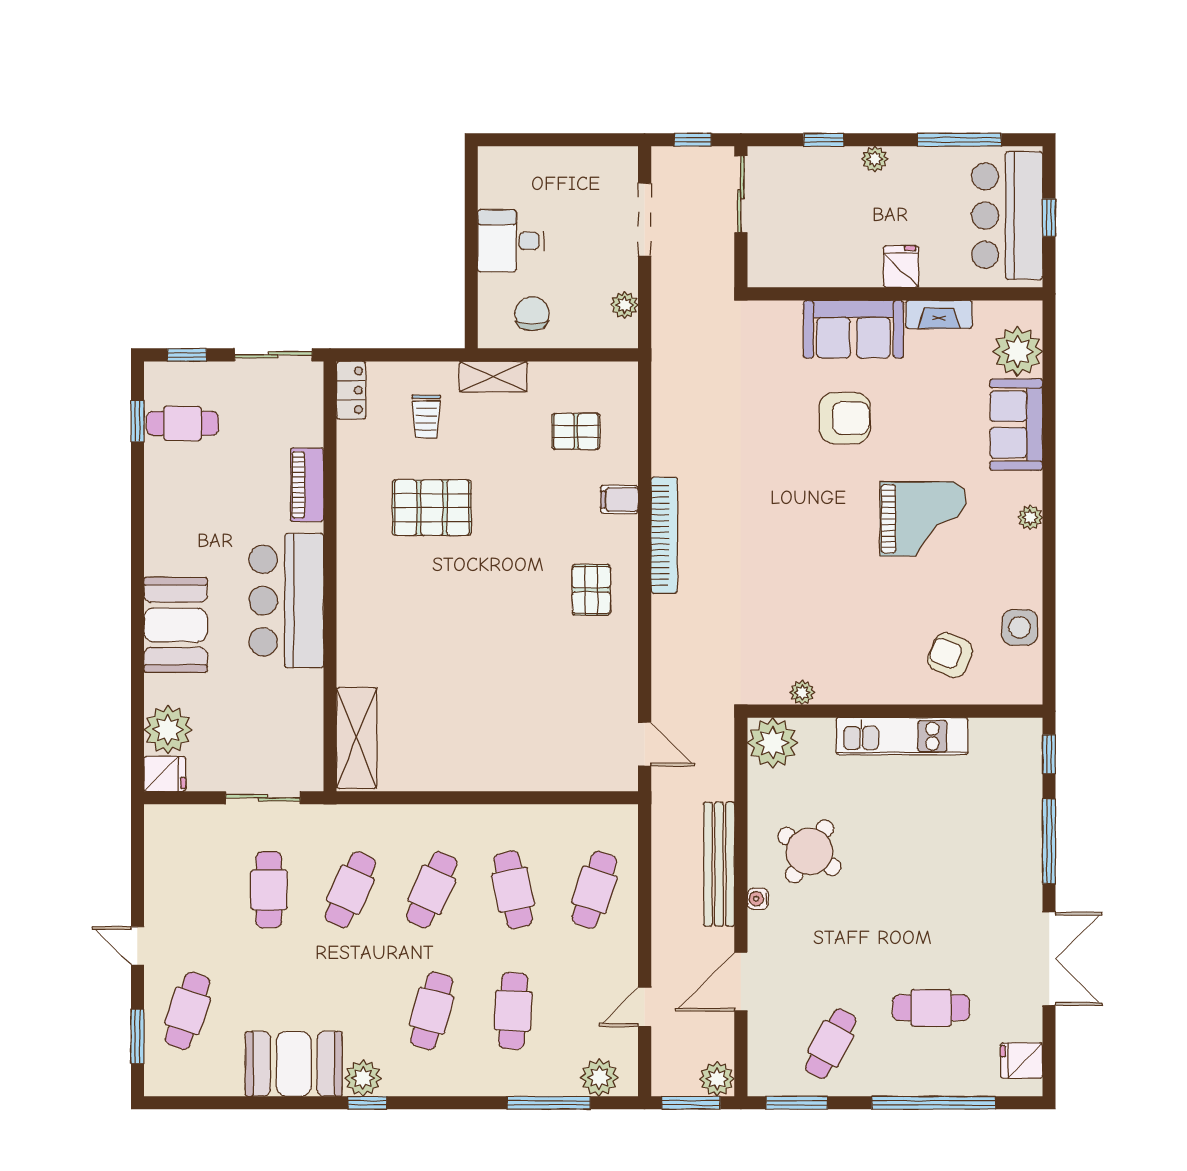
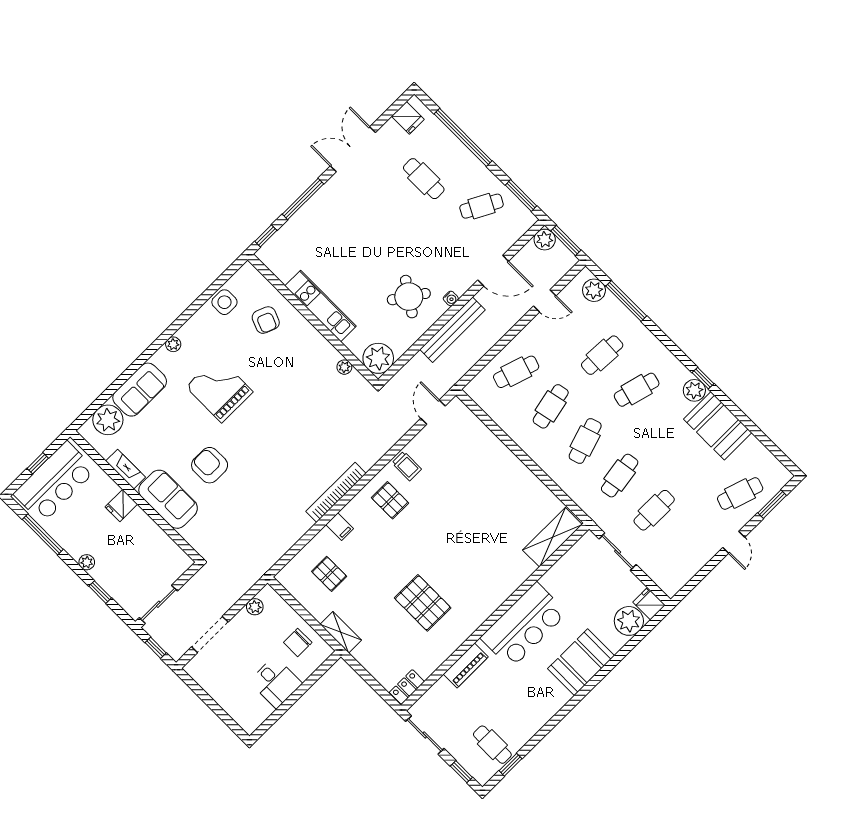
trolley: (426, 416) -> (407, 466), moved, turned 90
pallet: (591, 590) -> (390, 500), turned 90
cafe table: (350, 890) -> (620, 476), turned -33
cafe table: (432, 890) -> (585, 441), turned -42

